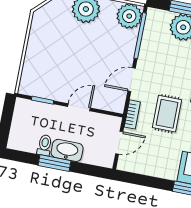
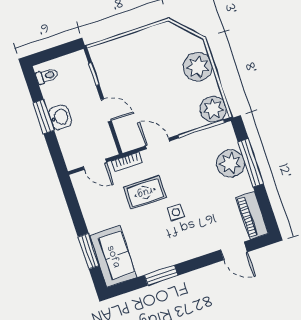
toilet: (45, 145) -> (47, 76), moved
washbasin: (67, 150) -> (60, 117), width x0.72

